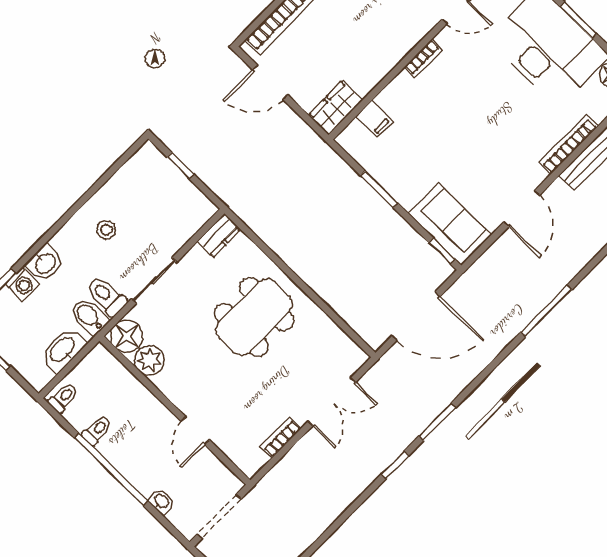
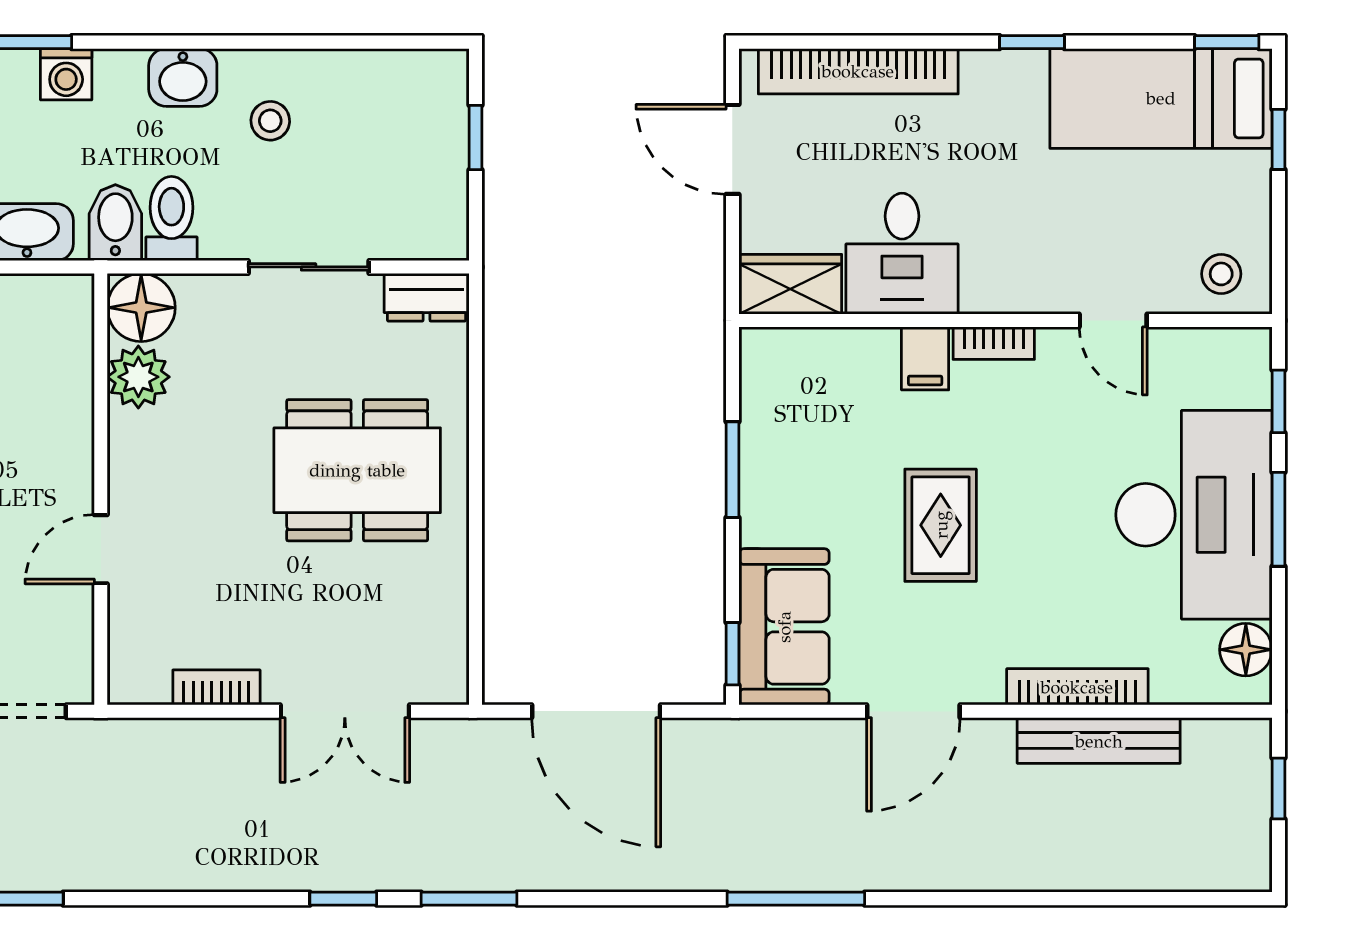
desk: (362, 60) -> (902, 254), added
filing cabinet: (374, 119) -> (925, 358), moved
rug: (468, 137) -> (941, 525), added
washbasin: (45, 263) -> (183, 77), moved
sliding door: (154, 281) -> (309, 267), moved

